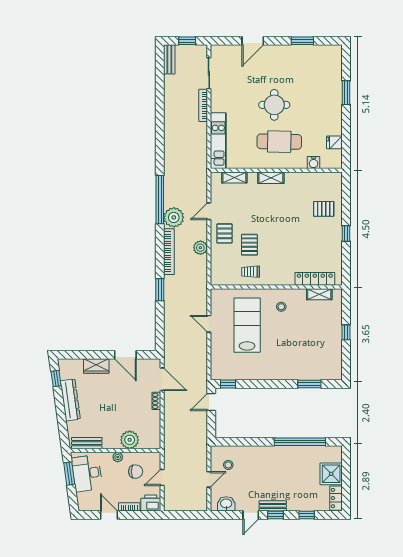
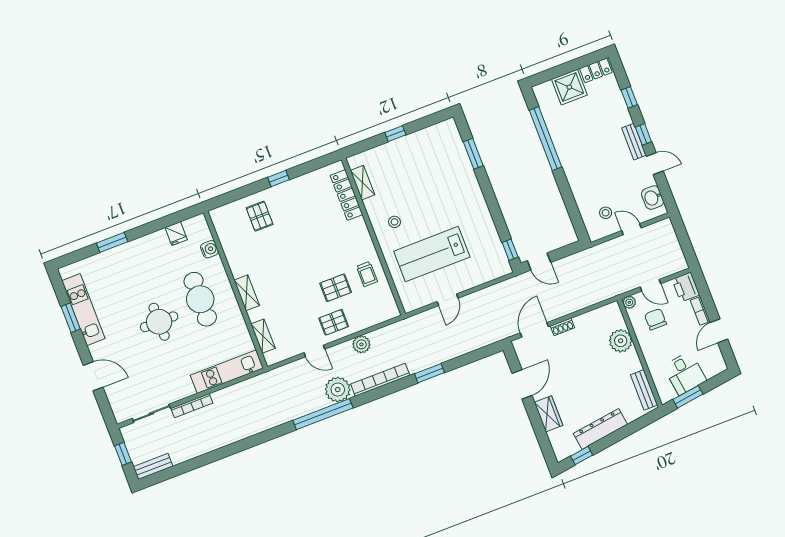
kitchen unit: (305, 52) -> (83, 310), added
plant: (118, 457) -> (629, 302), moved
desk: (87, 473) -> (685, 373), width x0.73

